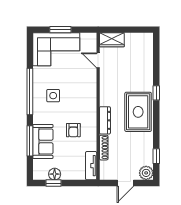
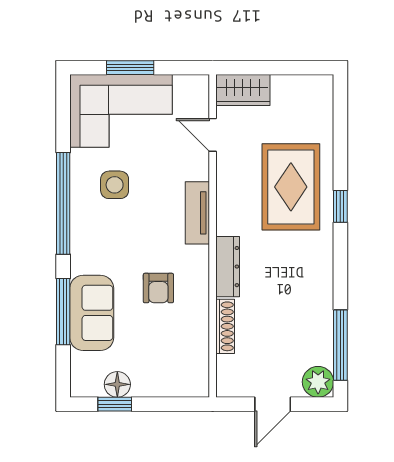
side table: (53, 96) -> (115, 185), moved
rug: (138, 112) -> (291, 187), moved
window: (156, 156) -> (340, 345), width x2.17
tv unit: (91, 166) -> (197, 213), moved

